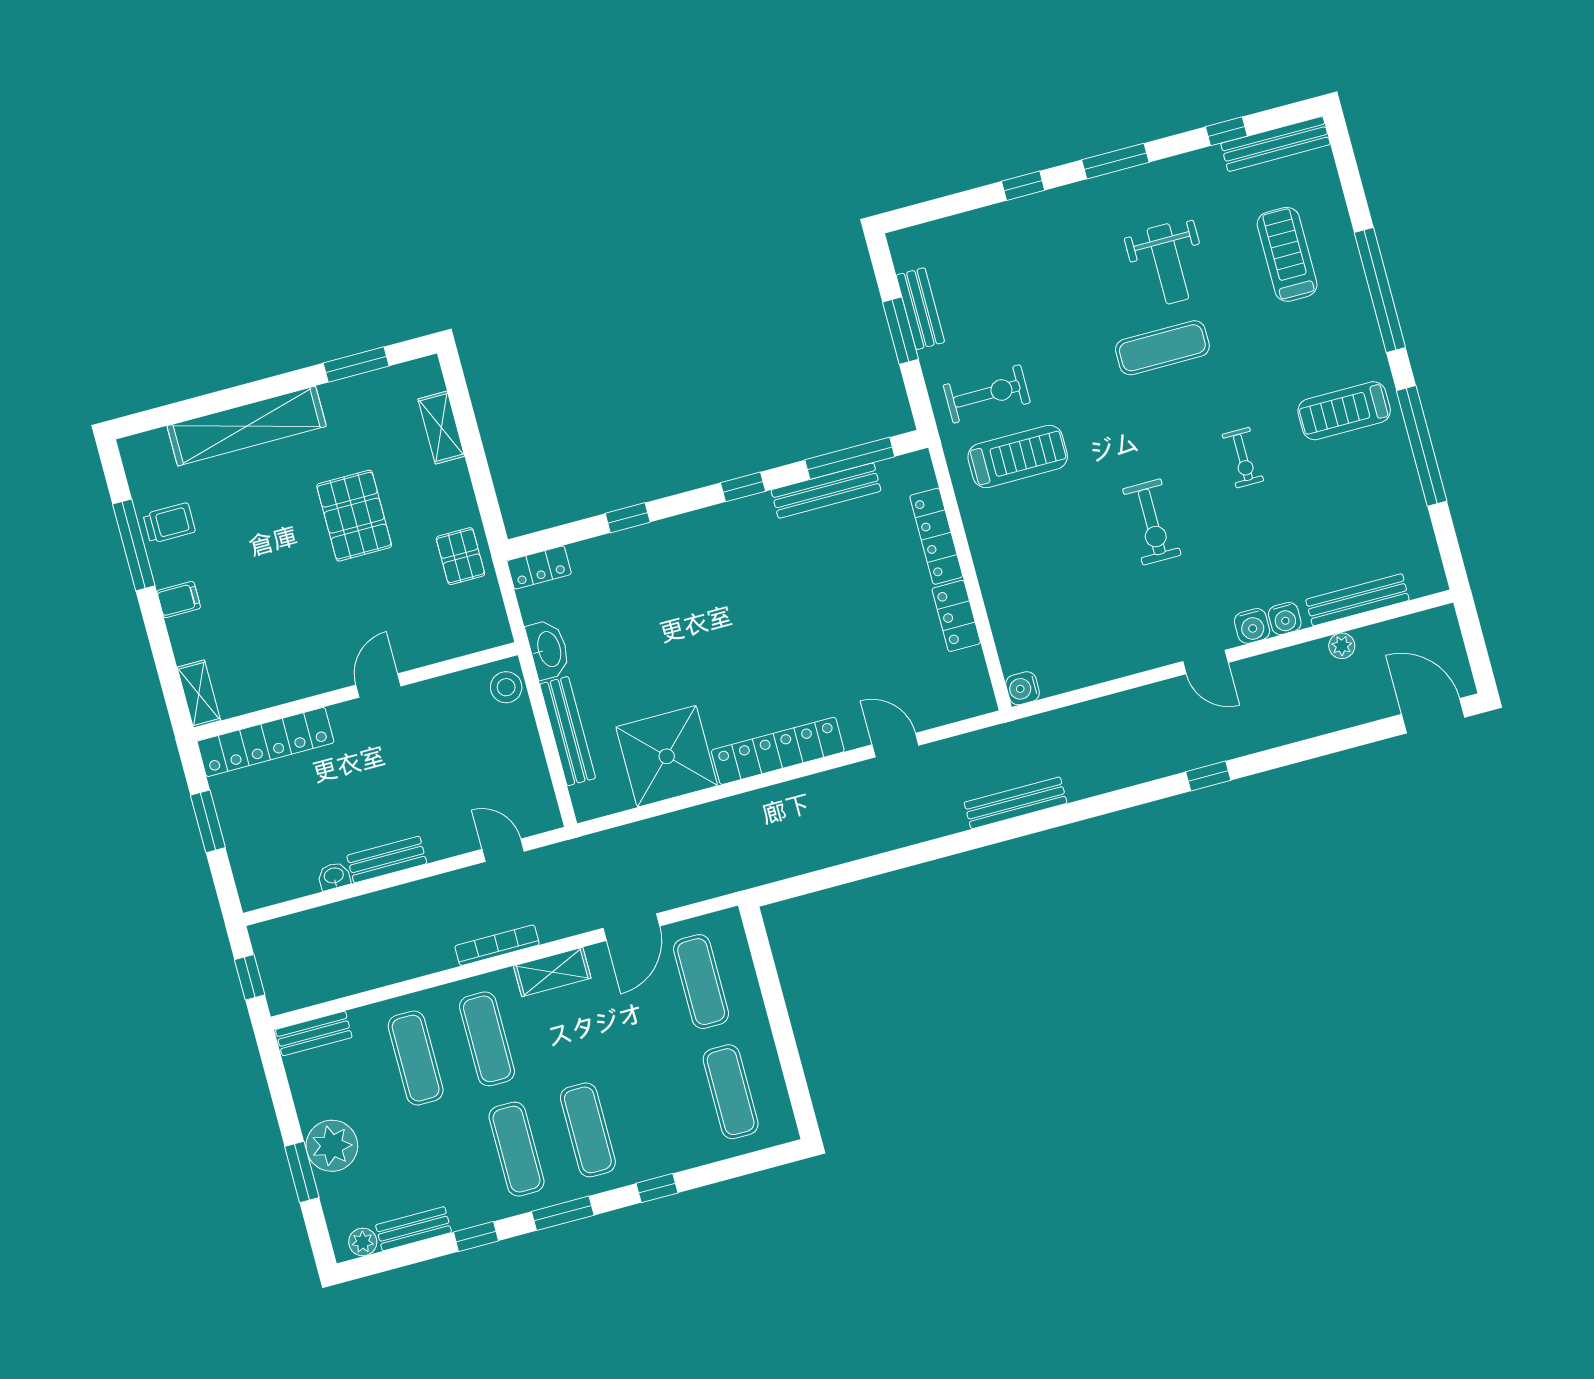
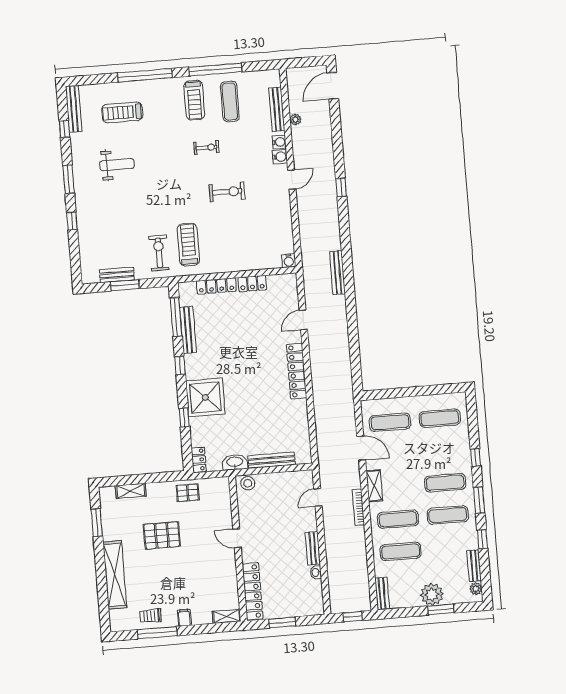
exercise mat: (1162, 348) -> (230, 101), moved
trolley: (169, 523) -> (151, 616), turned -90
shower: (667, 756) -> (205, 397), moved

